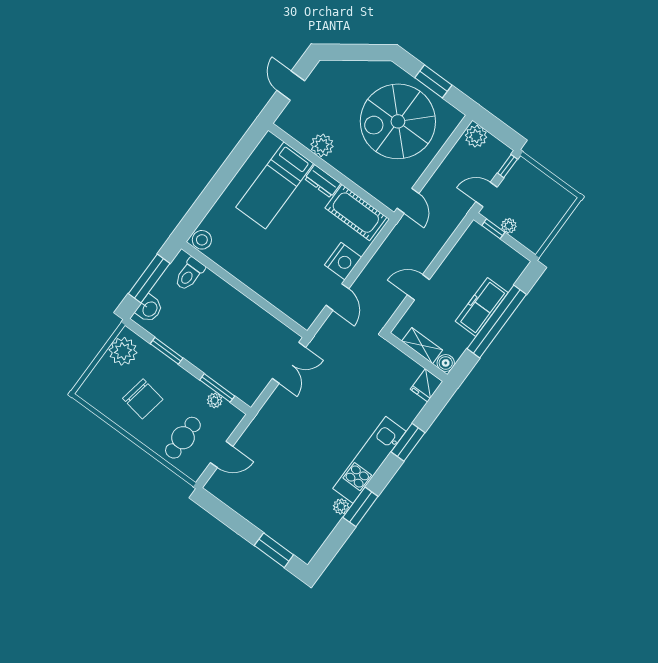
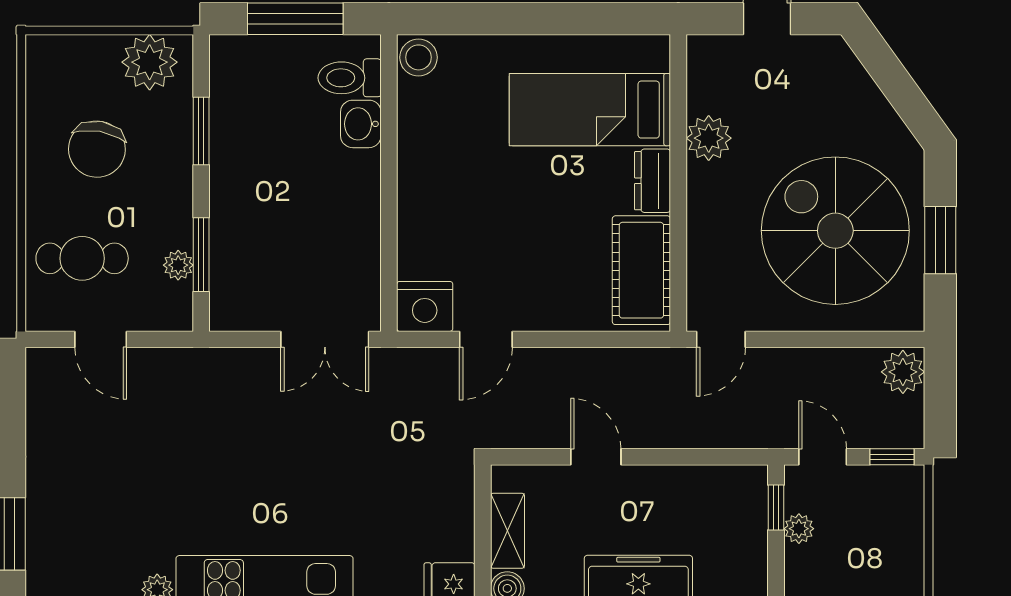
nightstand: (343, 261) -> (425, 306), moved
washbasin: (149, 309) -> (361, 124), moved, turned 90

